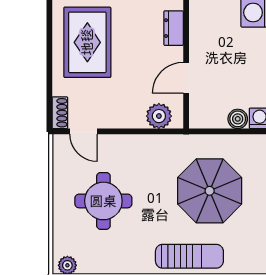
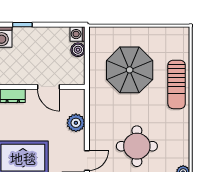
plant: (159, 116) -> (76, 123), moved
sun lounger: (189, 256) -> (177, 84), turned 180

